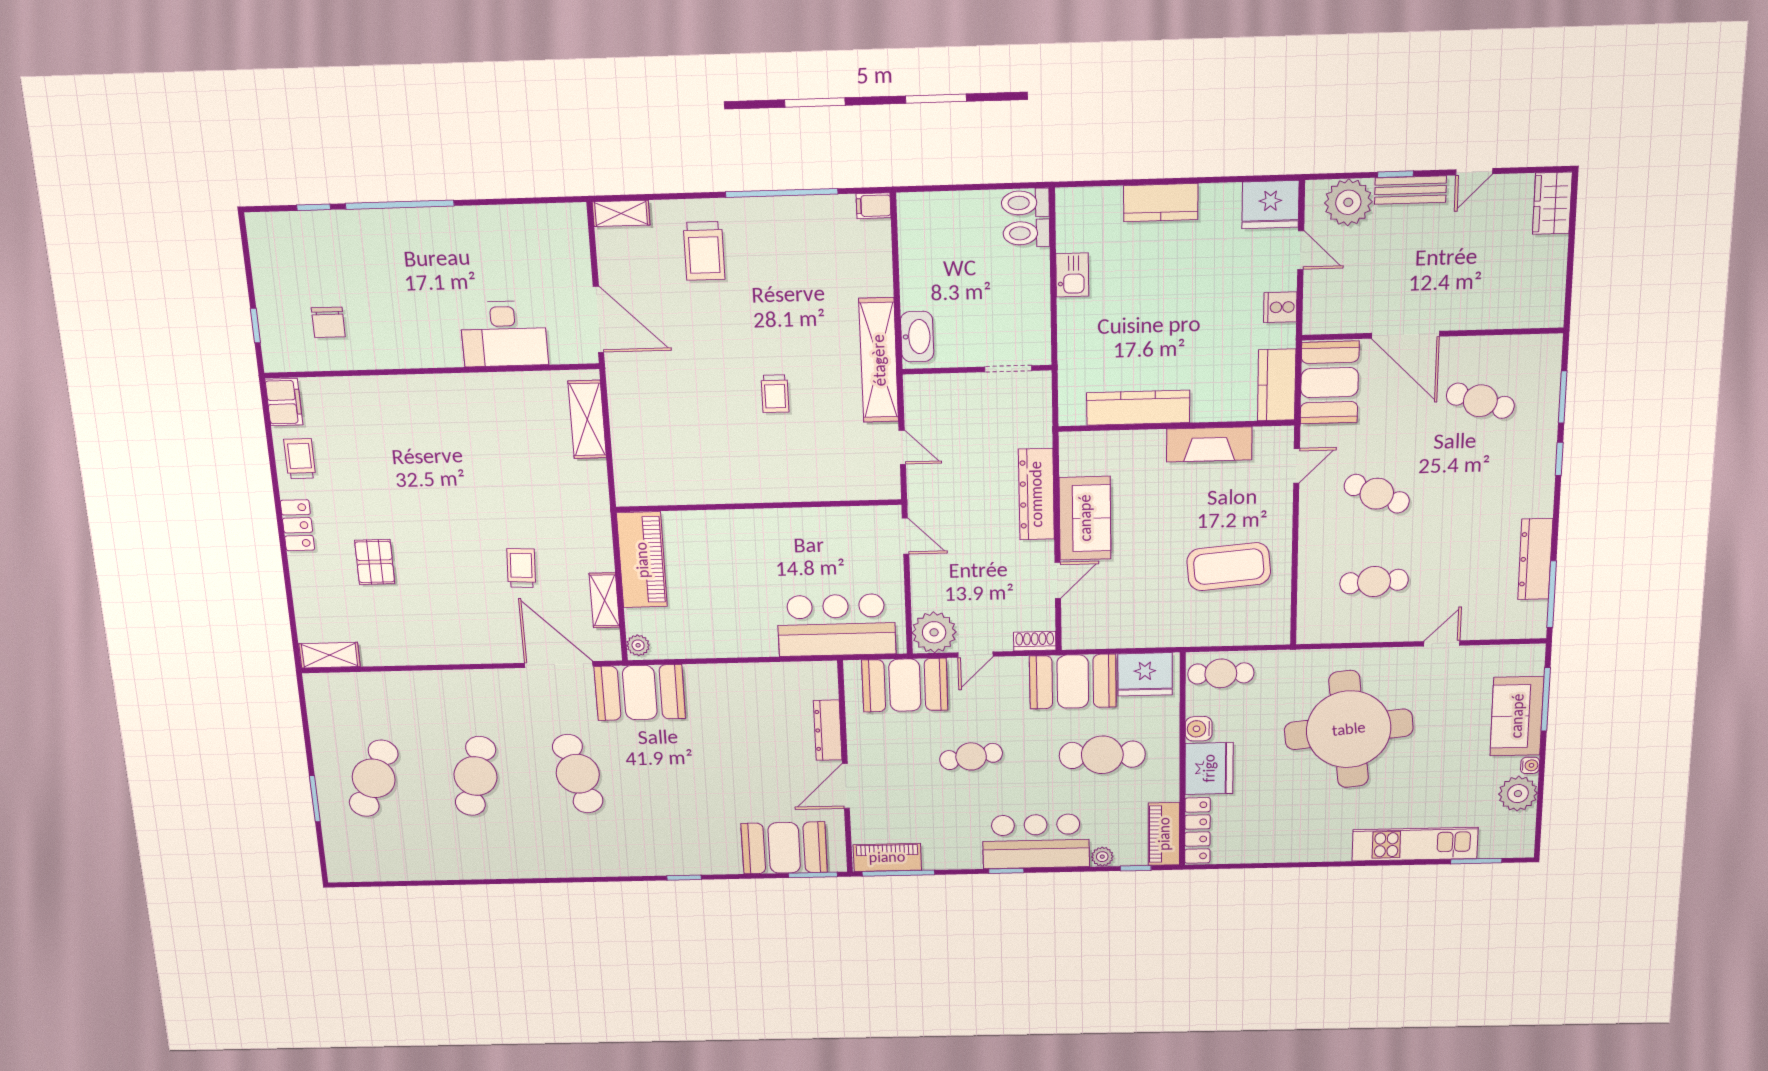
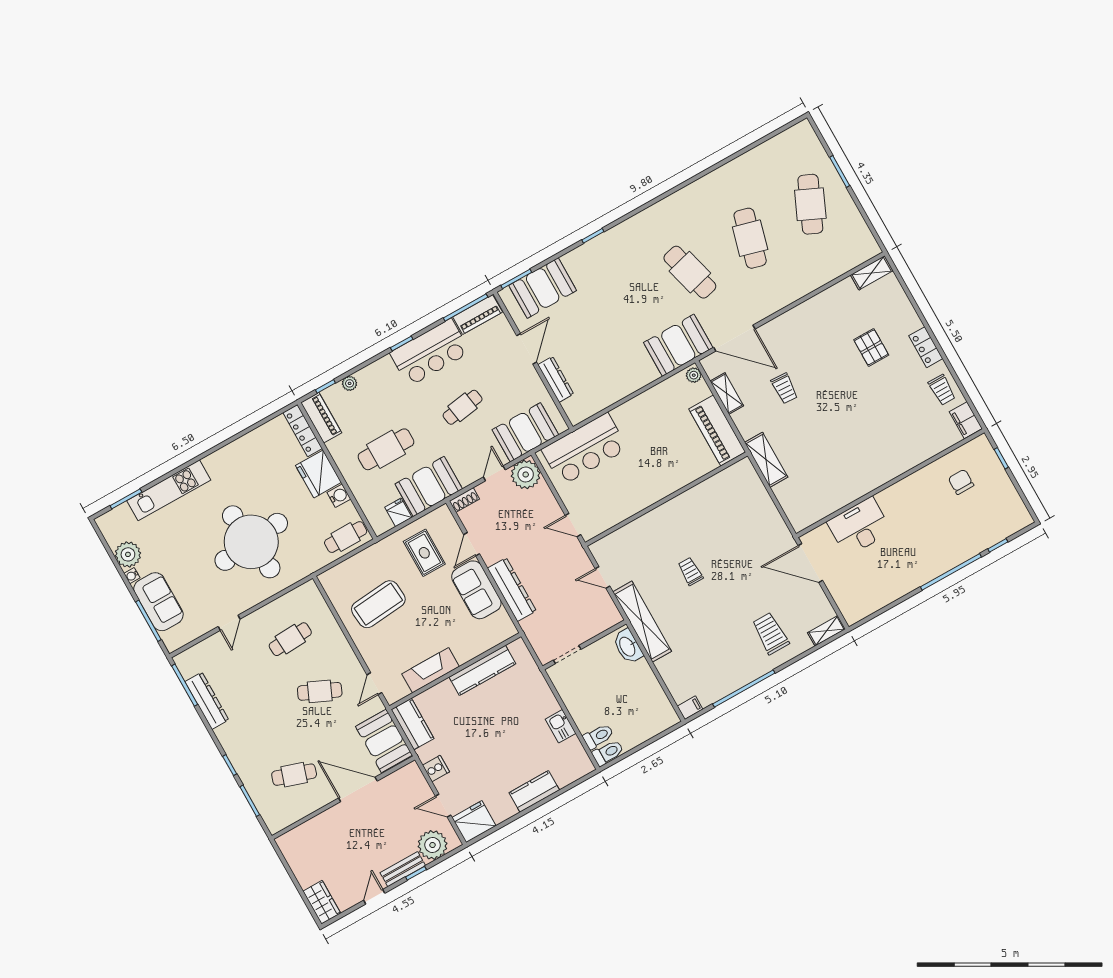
shelving: (587, 419) -> (766, 460), moved
rug: (1128, 601) -> (424, 553), added
fridge: (1145, 674) -> (398, 512), width x0.53, depth x0.75
bar counter: (1036, 841) -> (430, 352), moved

